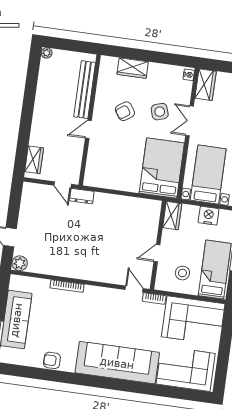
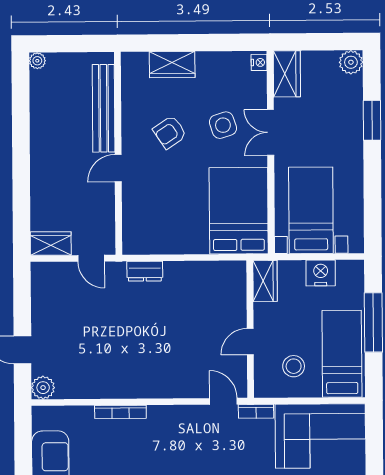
wardrobe: (34, 160) -> (51, 244), moved, turned -90
dresser: (82, 196) -> (145, 271), moved

